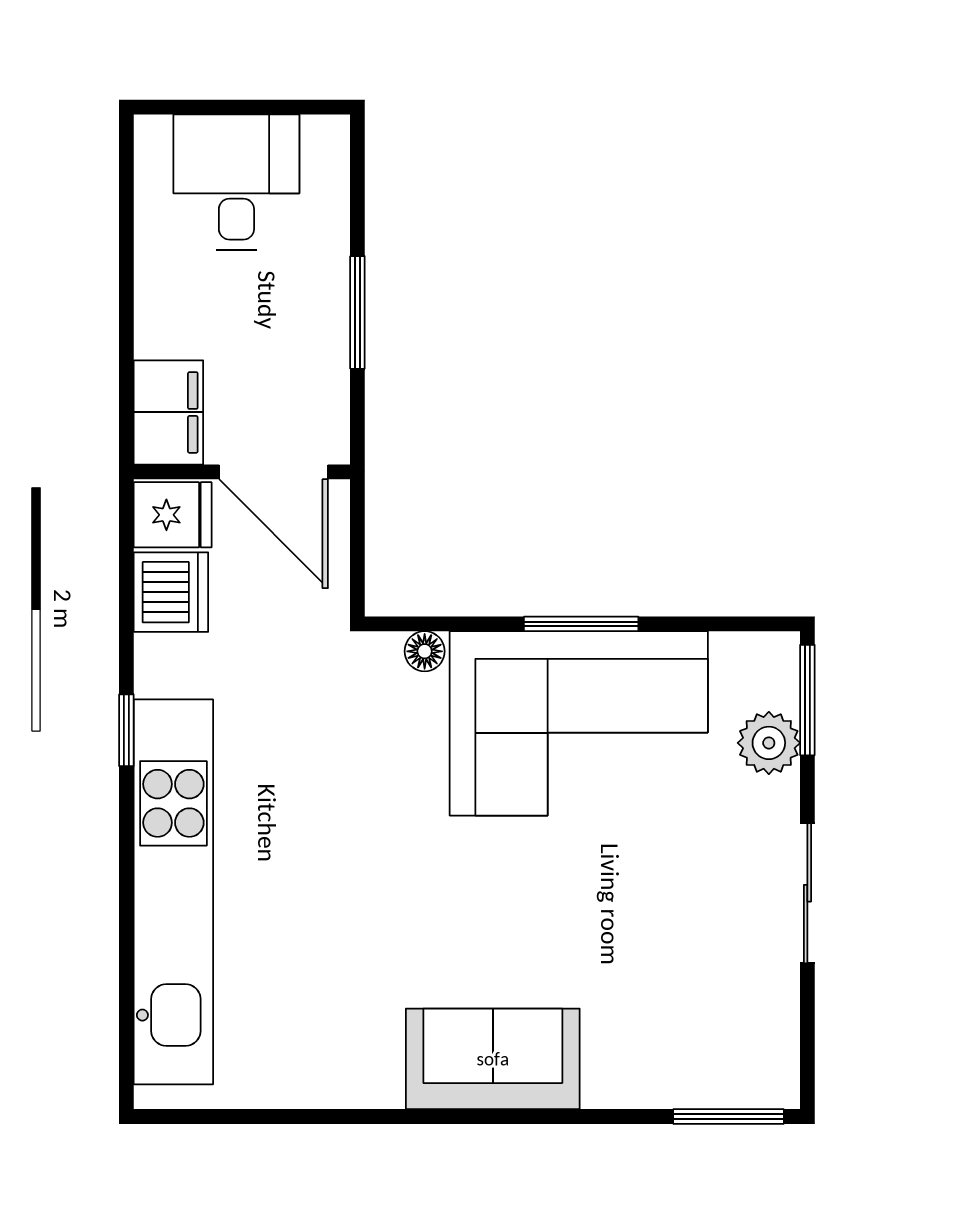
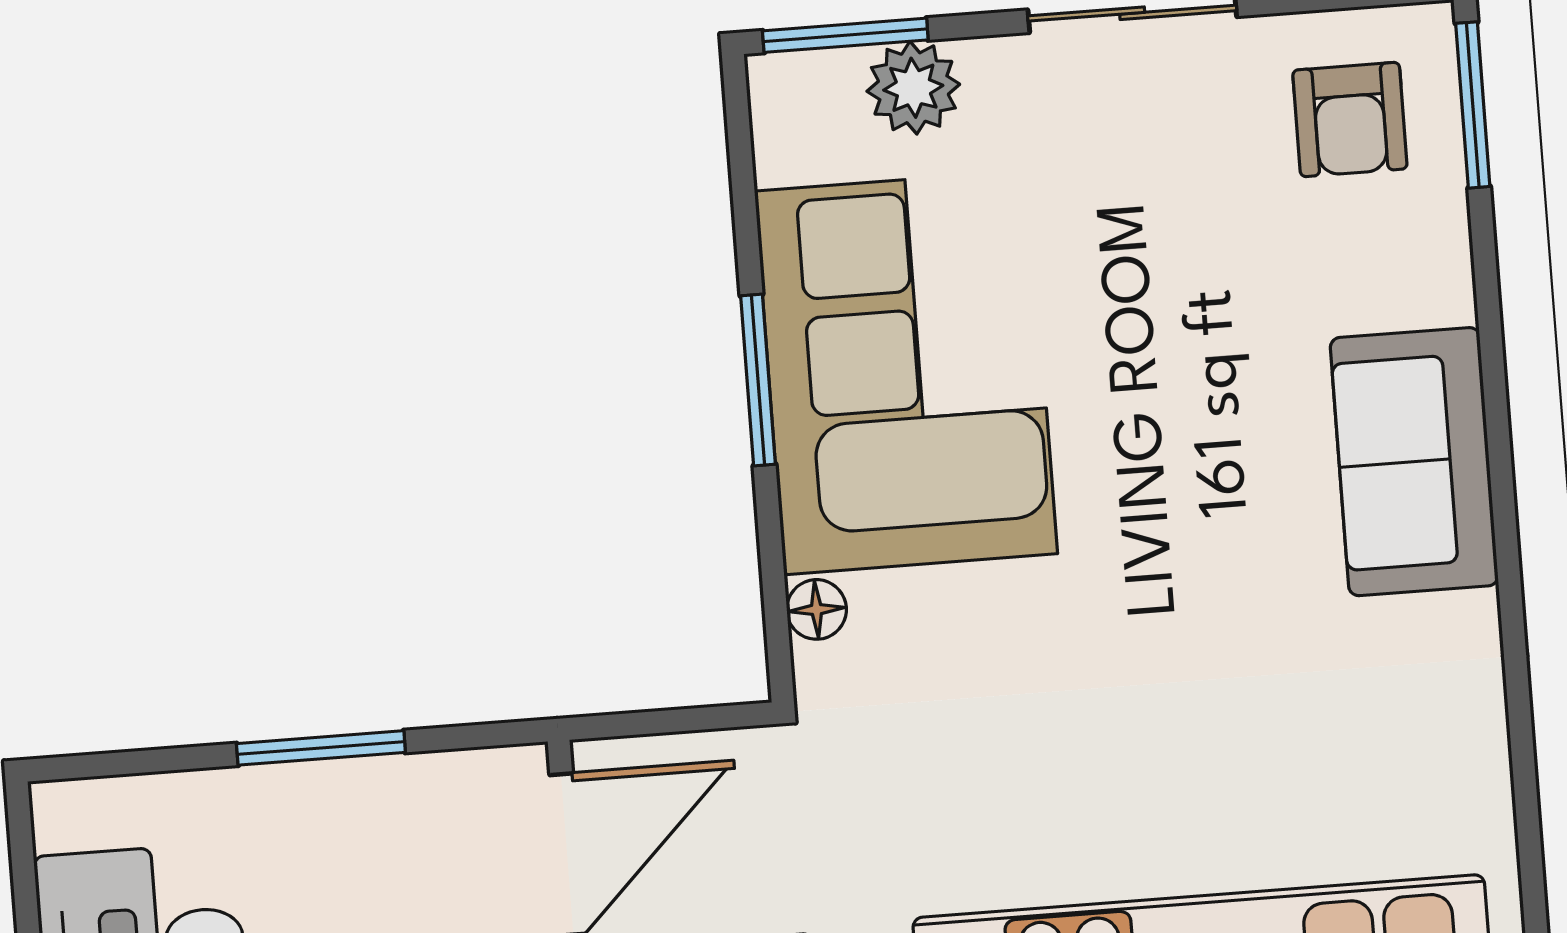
armchair: (725, 1033) -> (1350, 120), added

